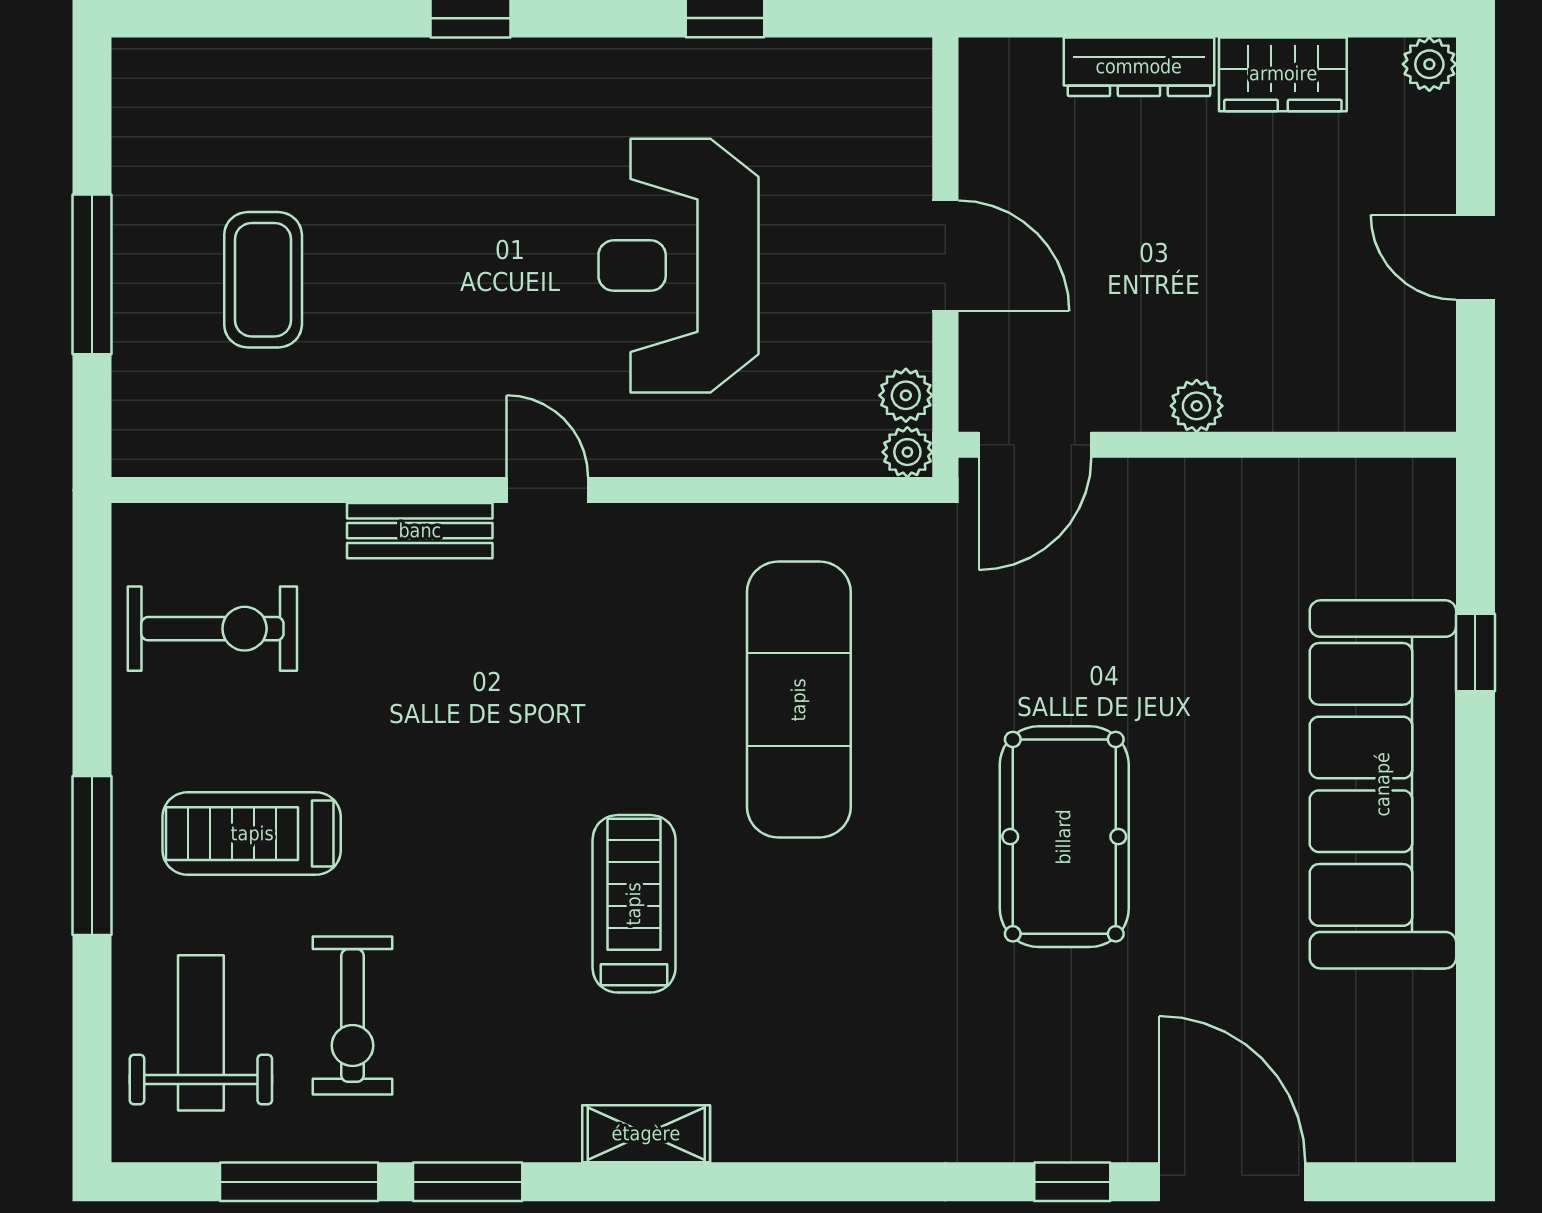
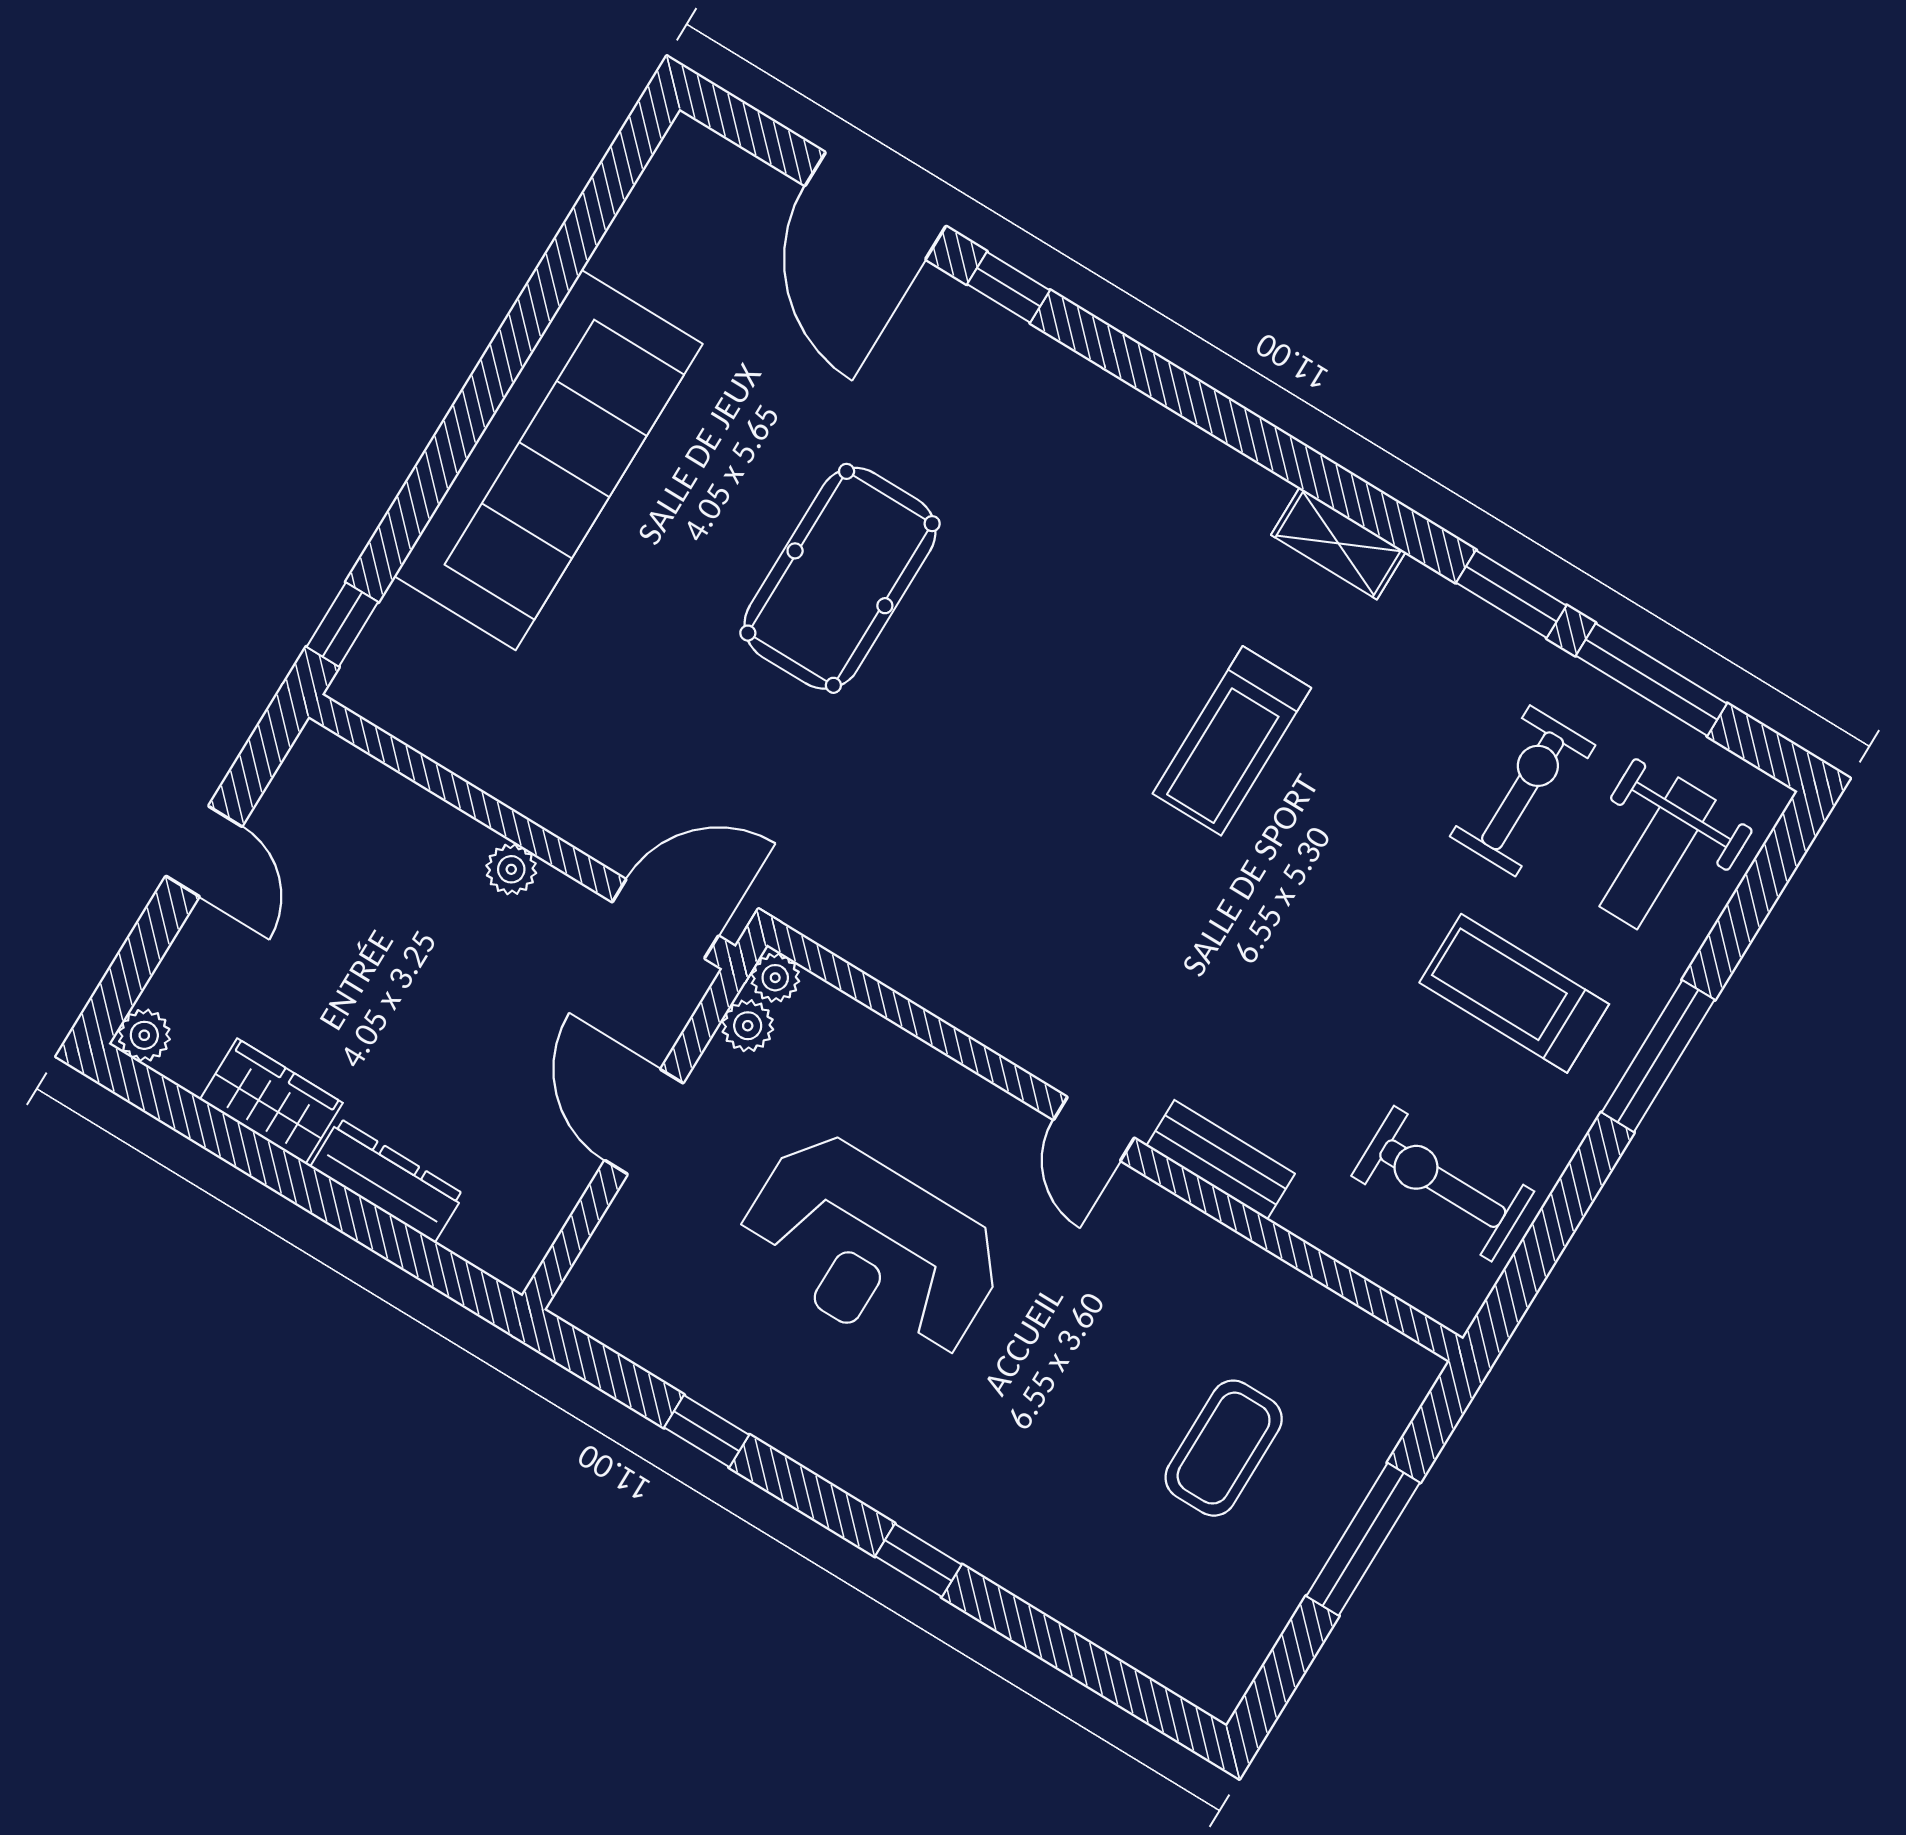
reception desk: (678, 266) -> (871, 1249), turned 90
window: (1475, 653) -> (342, 624), moved
exercise mat: (799, 700) -> (991, 827), removed
treadmill: (252, 834) -> (1514, 993), turned 180

